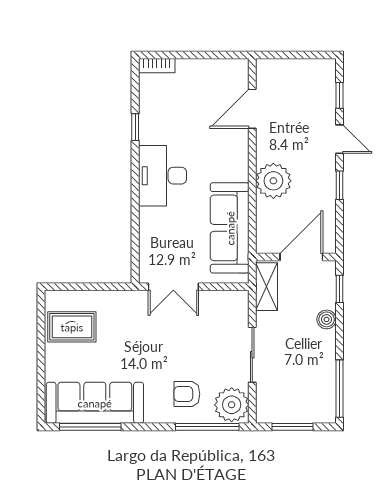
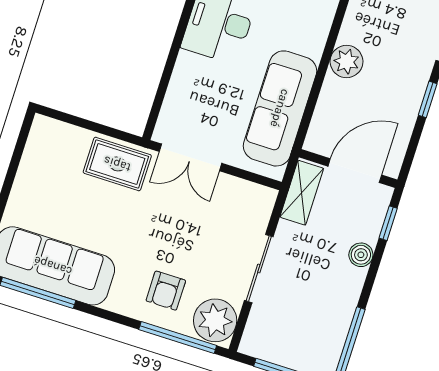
plant: (273, 181) -> (347, 62), width x0.73, depth x0.73
rug: (72, 327) -> (117, 164), moved
armchair: (187, 394) -> (166, 291), turned -90

